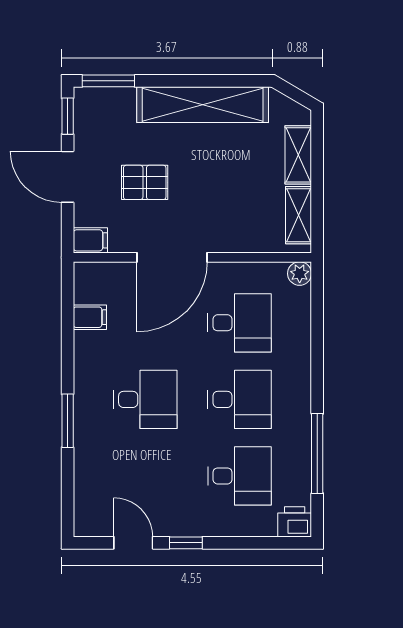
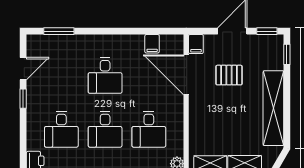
window: (108, 81) -> (287, 54), width x0.67
pallet: (145, 182) -> (229, 75), turned 90
door: (172, 257) -> (186, 75), moved
window: (68, 421) -> (59, 31), moved

